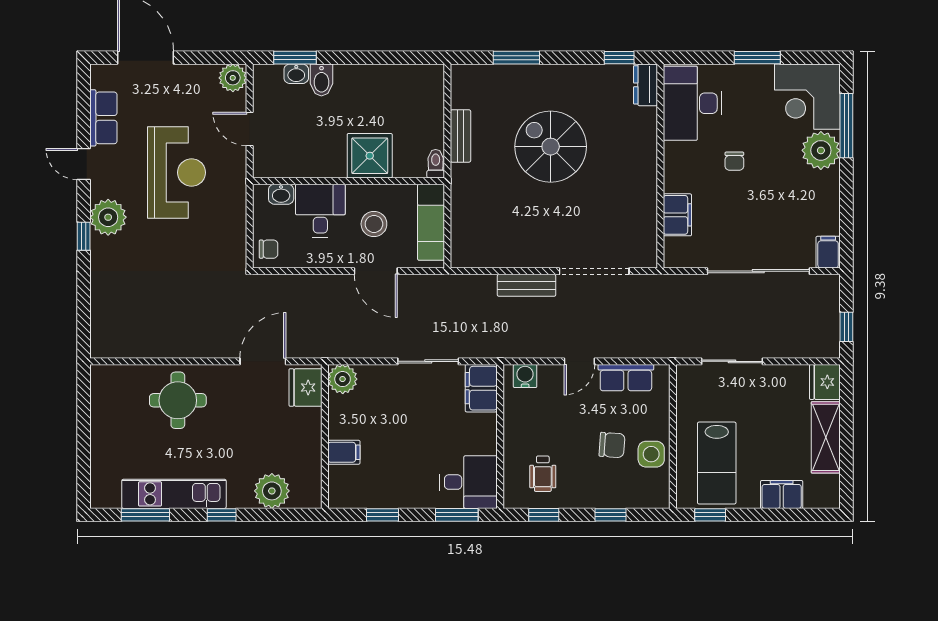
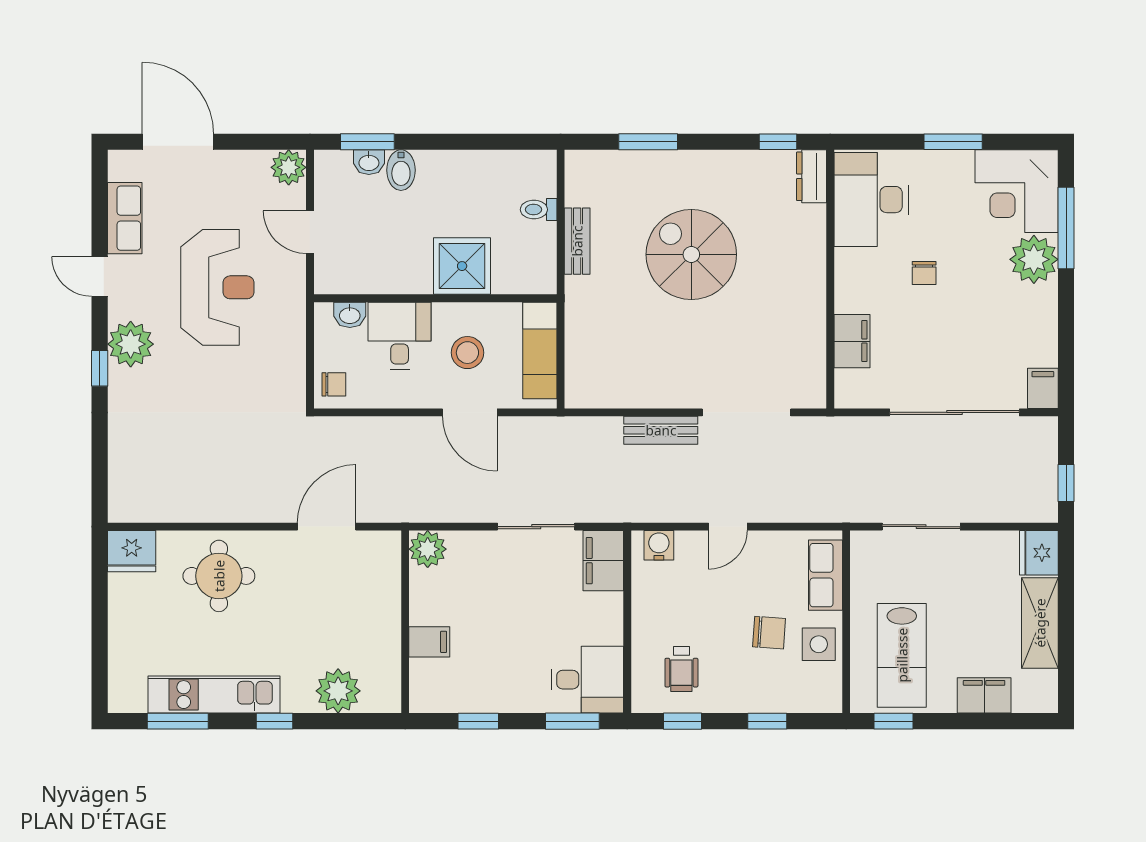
toilet: (436, 164) -> (539, 210), moved, turned -90
row of seats: (626, 378) -> (825, 575), moved, turned 90
fridge: (305, 387) -> (132, 551), moved, turned -90

